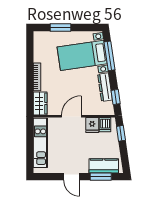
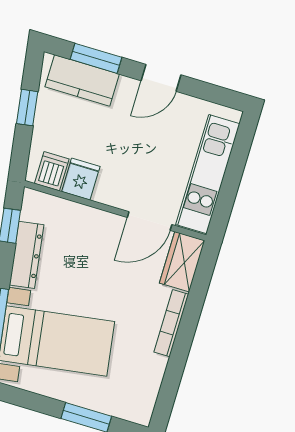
door: (71, 116) -> (150, 221), moved
window: (121, 133) -> (27, 108), moved
door: (72, 177) -> (161, 78), swing flipped

